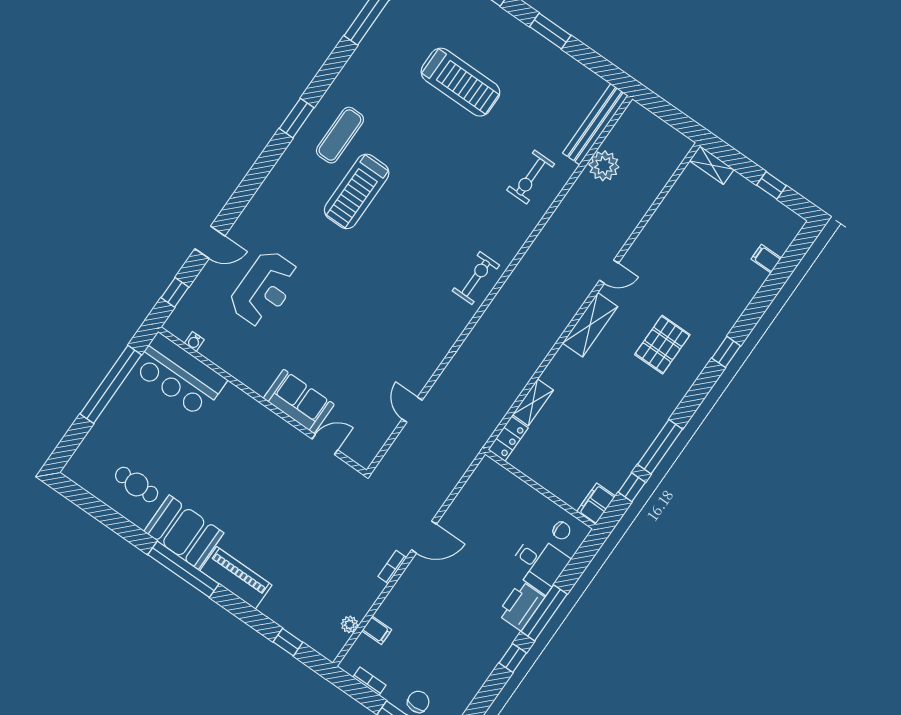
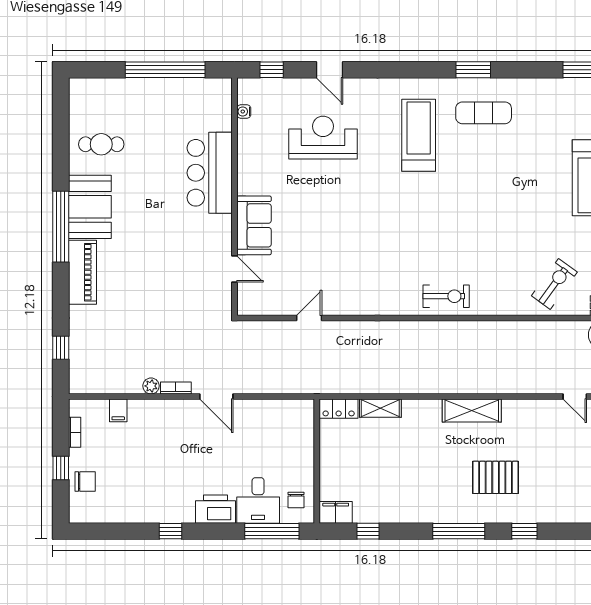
exercise bike: (531, 177) -> (554, 284), turned 126
treadmill: (357, 191) -> (419, 135), moved, turned 90
door: (609, 272) -> (575, 396), moved
reception desk: (264, 289) -> (323, 138), turned 180
bar counter: (179, 375) -> (210, 173), moved
window: (660, 447) -> (459, 531), moved
cafe table: (137, 484) -> (101, 144), turned 90
window: (544, 613) -> (272, 531), moved
plant: (350, 624) -> (151, 386), moved

